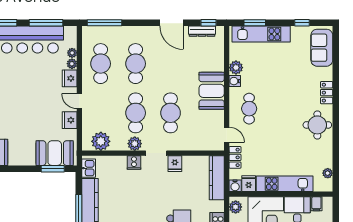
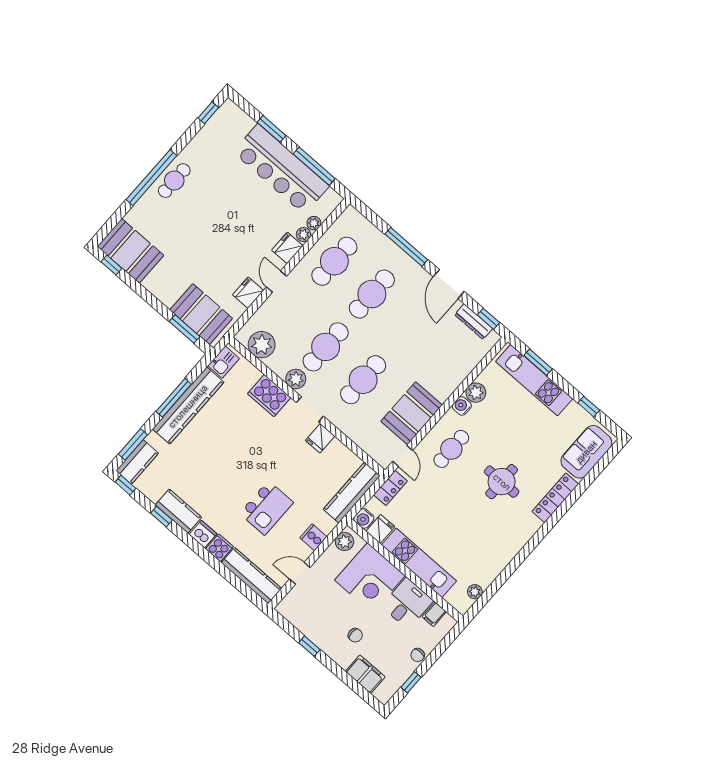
window: (104, 23) -> (406, 247), moved
booth: (212, 91) -> (412, 413), moved
locker: (327, 93) -> (555, 498), width x1.53
round table: (317, 125) -> (502, 482), moved
cooker: (134, 163) -> (269, 396), width x1.87, depth x1.31

